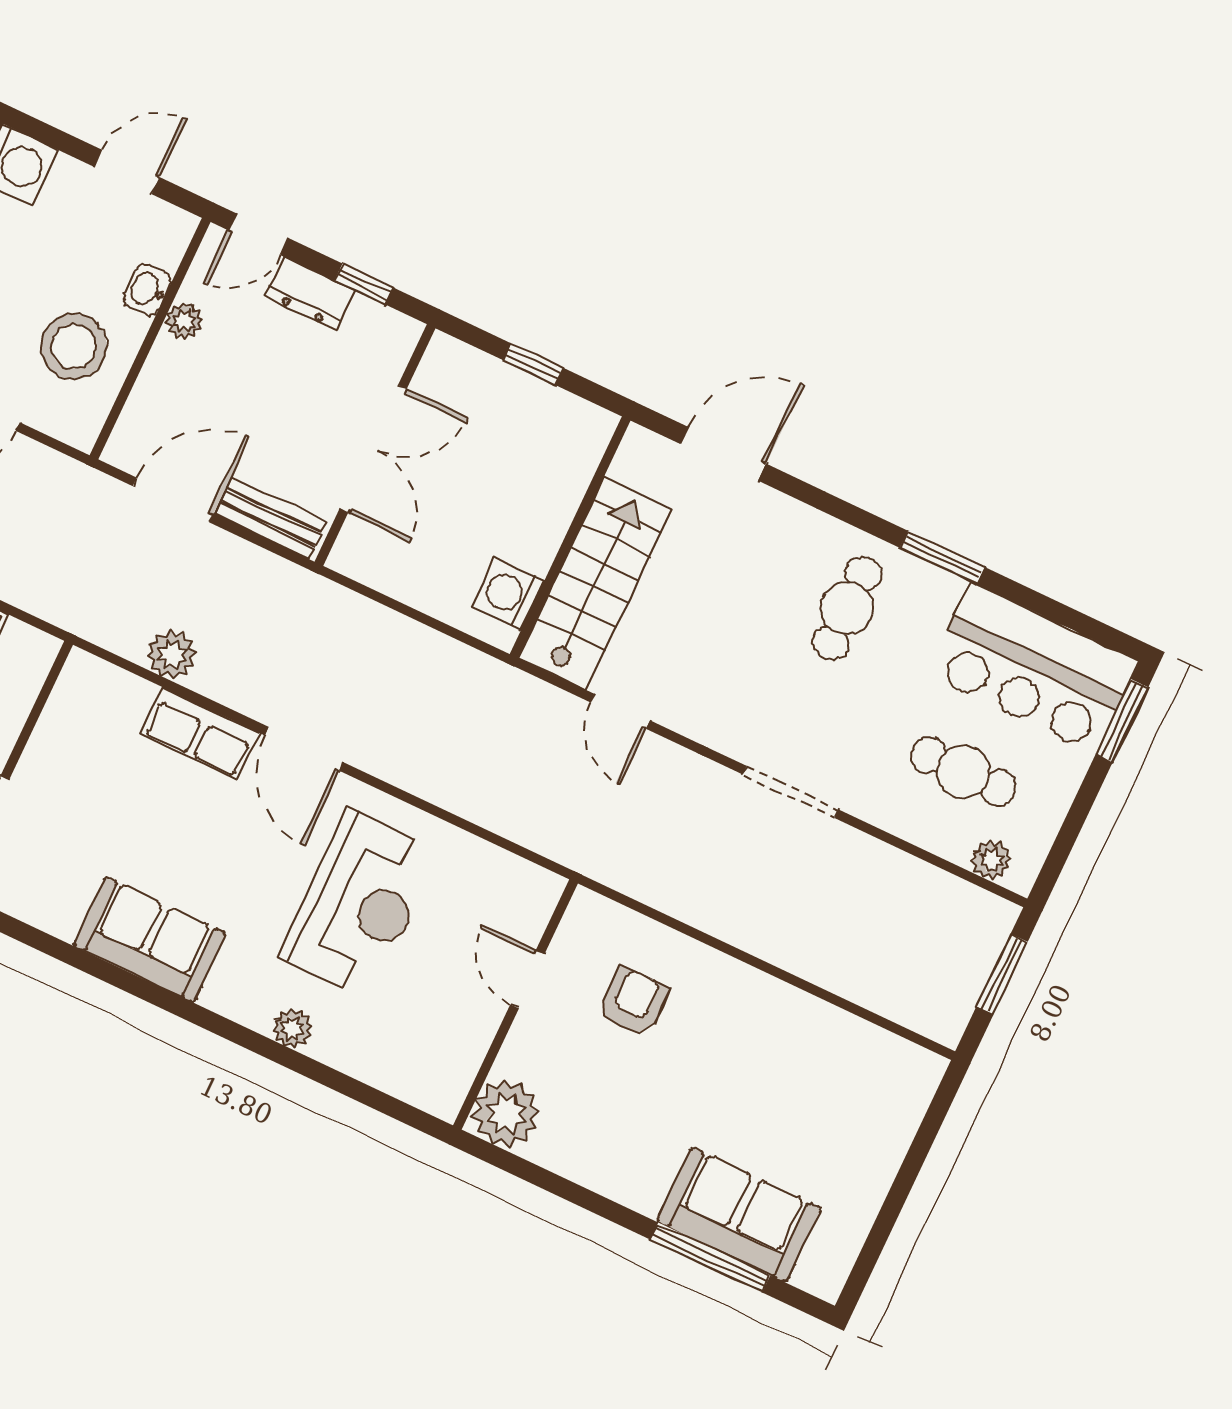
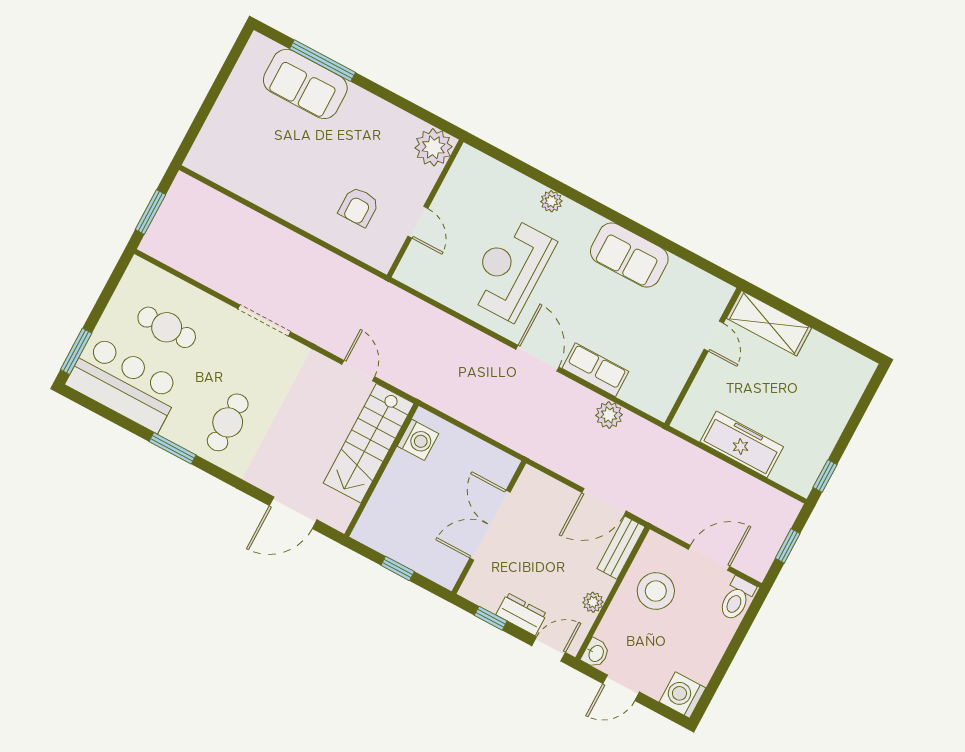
washbasin: (147, 290) -> (596, 653), moved
bench: (270, 518) -> (621, 548), moved, turned 90
plant: (991, 860) -> (153, 277), removed

